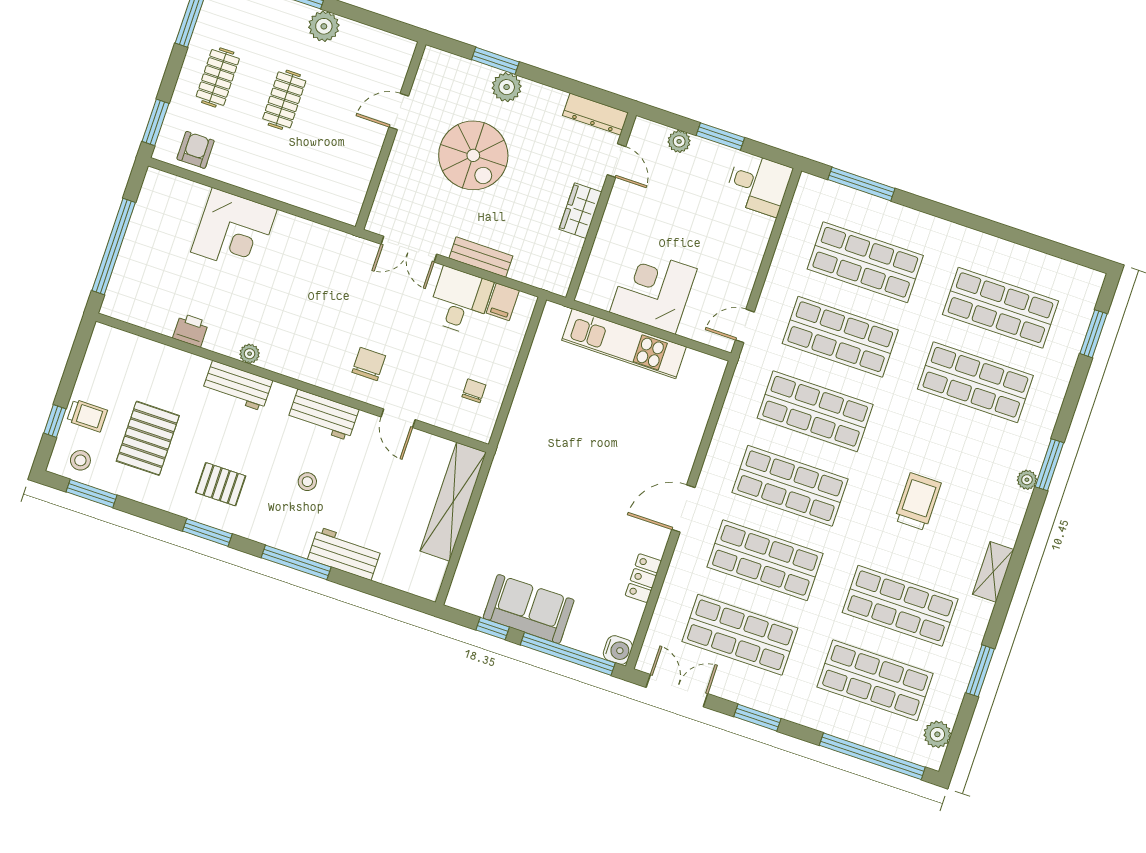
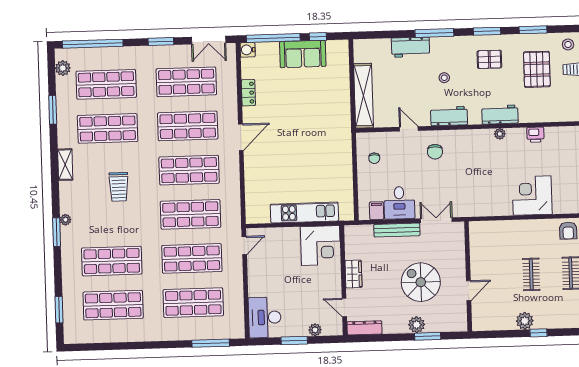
desk: (758, 184) -> (265, 317), width x1.37
bench: (481, 257) -> (397, 230), width x1.36
corner desk: (653, 291) -> (321, 246), moved
window: (91, 494) -> (533, 30), moved

